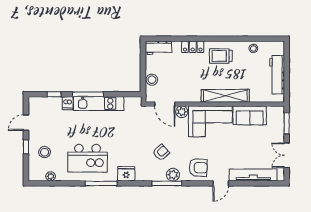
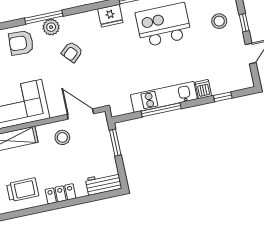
window: (143, 77) -> (115, 143), added
stool: (152, 80) -> (62, 137), moved
window: (88, 94) -> (161, 110), moved
plant: (182, 112) -> (57, 109), removed
window: (167, 183) -> (44, 17), moved

